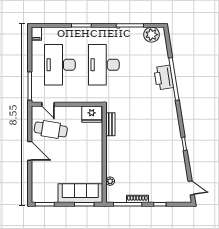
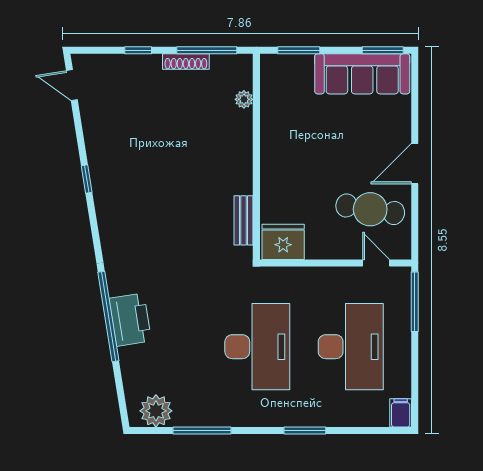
door: (30, 151) -> (415, 164), hinge flipped
sofa: (80, 193) -> (362, 74), moved

